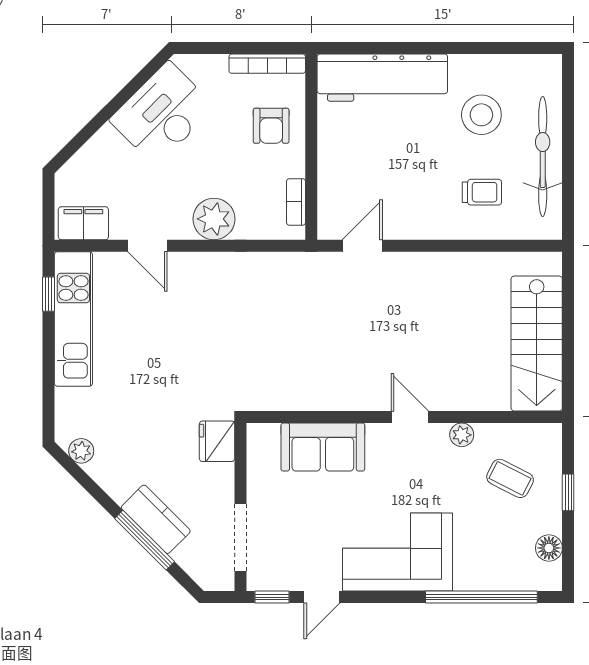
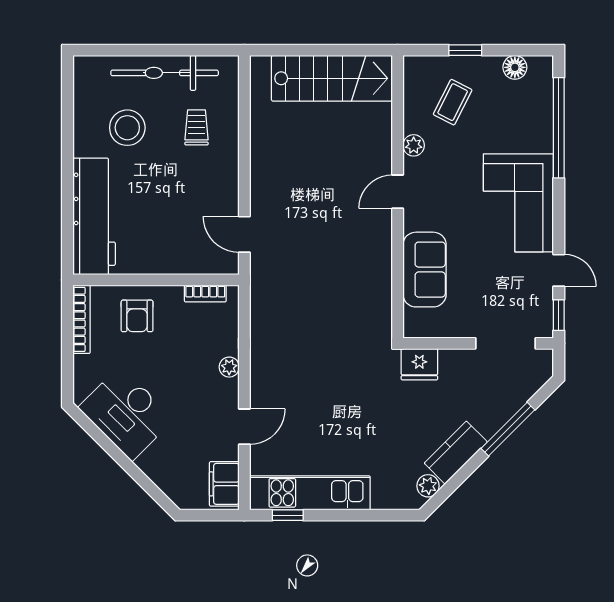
armchair: (271, 126) -> (137, 316), turned 90
plant: (214, 219) -> (229, 367), width x0.53, depth x0.53
kitchen counter: (156, 519) -> (456, 453), moved

